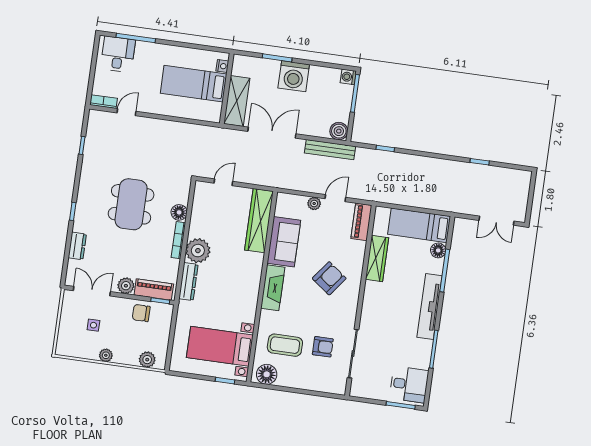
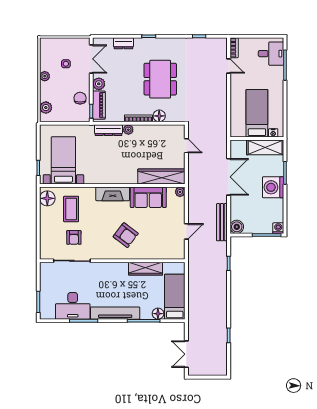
shelving: (237, 101) -> (265, 147), moved
door: (335, 198) -> (186, 231), hinge flipped
dining table: (131, 204) -> (160, 79), turned 90
plant: (314, 204) -> (180, 192), moved
piano: (361, 222) -> (171, 253), removed
plant: (198, 251) -> (128, 130), width x0.53, depth x0.53
desk: (409, 384) -> (73, 306), moved, width x1.37

